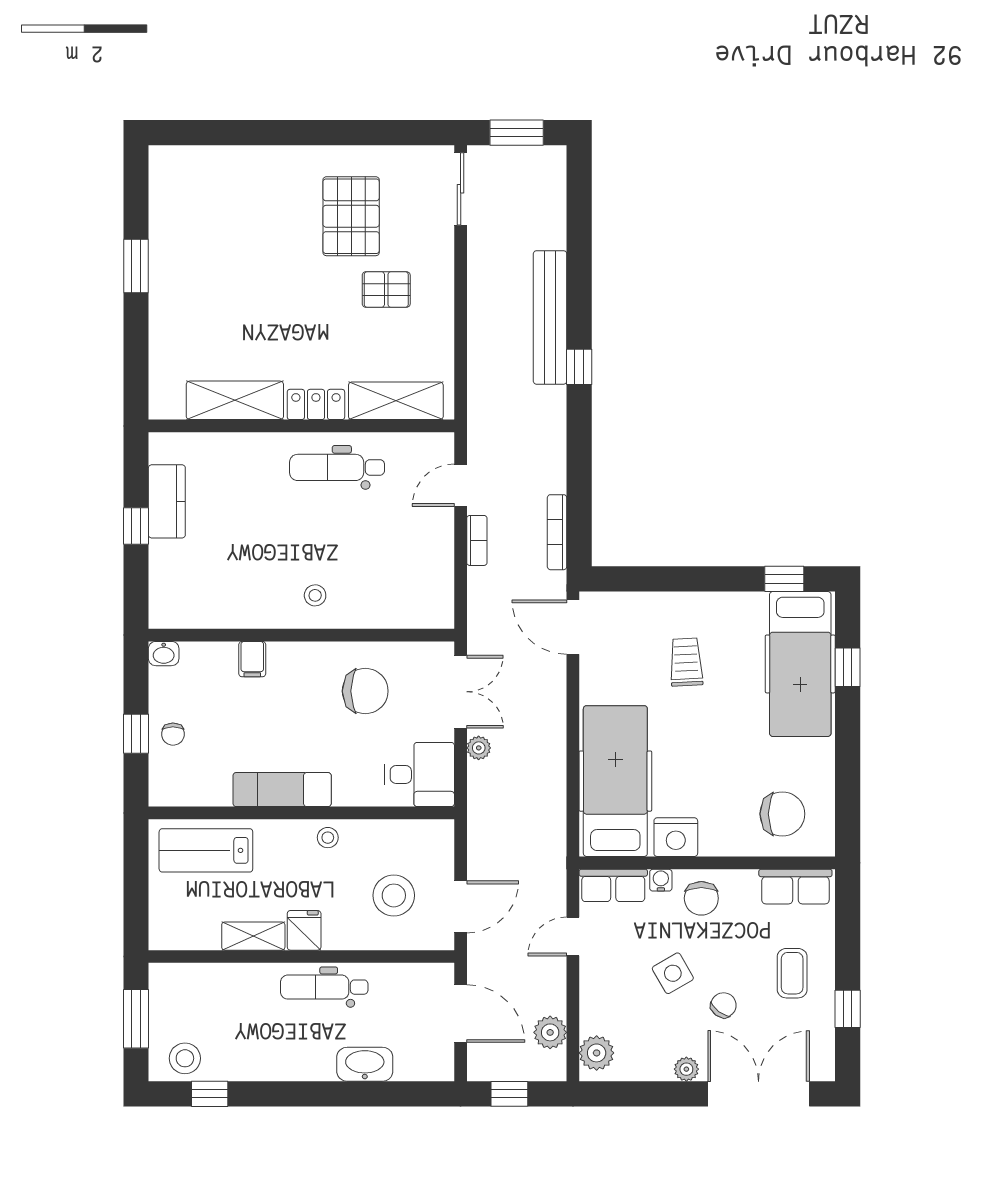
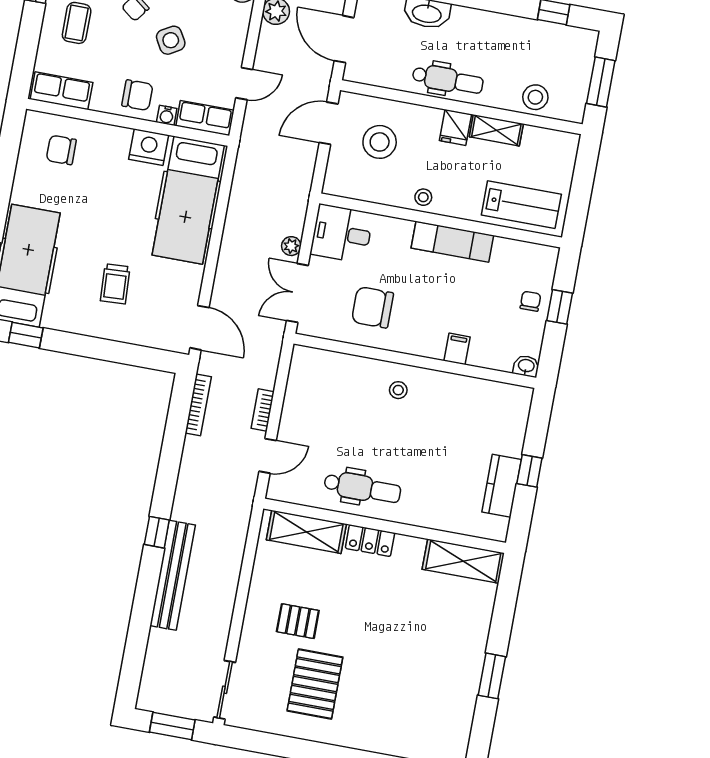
shelving: (235, 400) -> (463, 561), moved
chair: (782, 814) -> (61, 150), width x0.73, depth x0.73
chair: (701, 898) -> (137, 95), turned 90
stool: (185, 1058) -> (535, 97), moved

